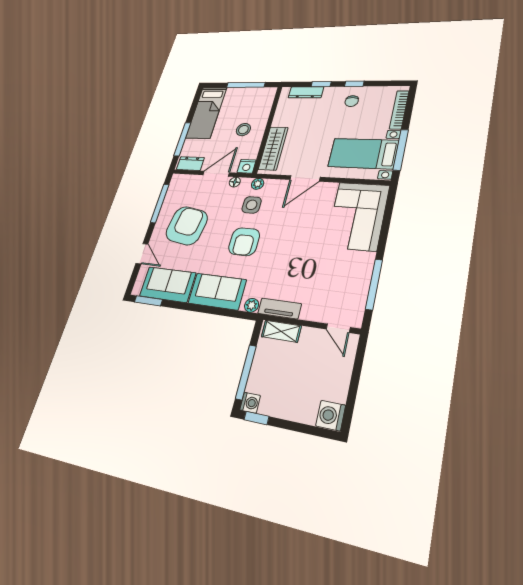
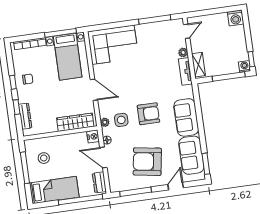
stool: (243, 130) -> (44, 158), moved
window: (182, 139) -> (81, 199), width x1.46
plant: (252, 305) -> (183, 52), moved

